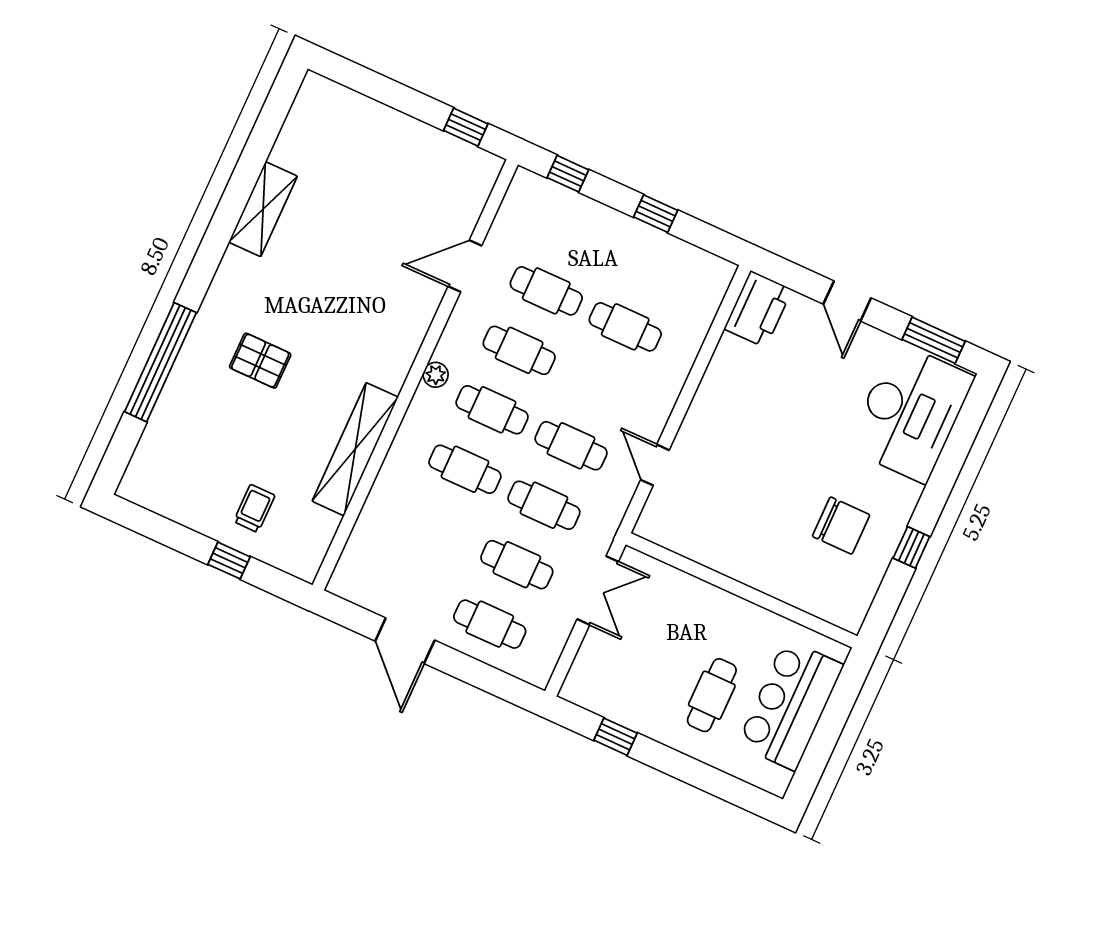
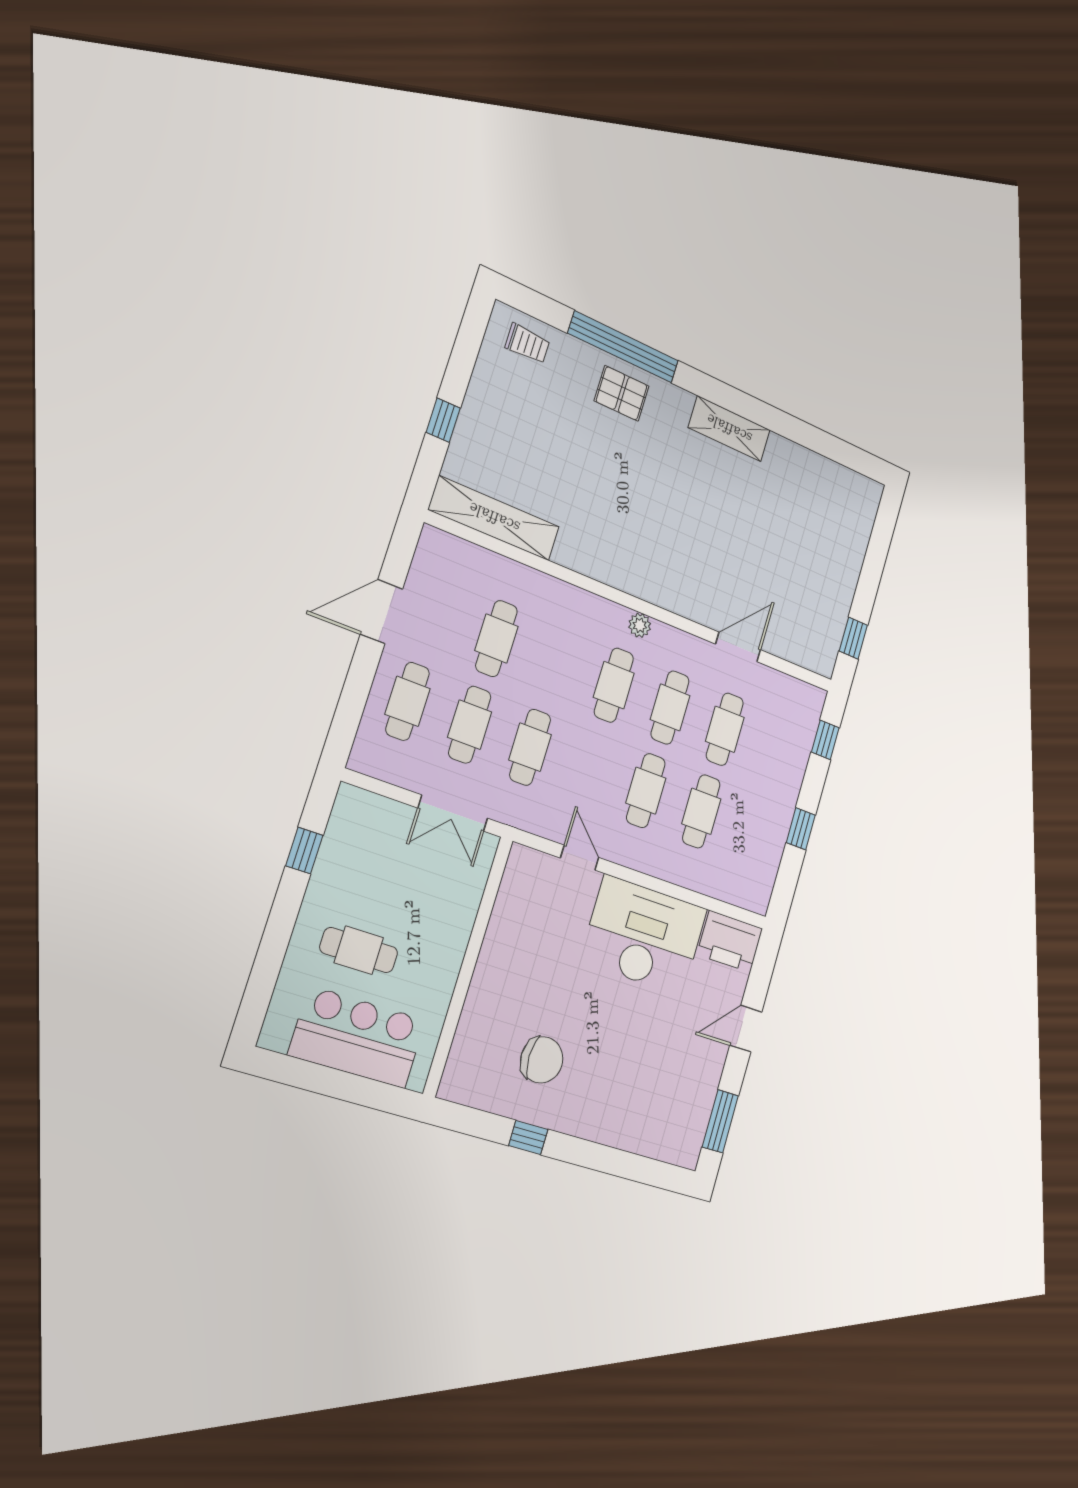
shelving: (263, 209) -> (729, 429), moved
door: (465, 266) -> (738, 647), hinge flipped
pallet: (260, 361) -> (622, 393), moved, turned 90
desk: (910, 412) -> (644, 935), moved, turned 180
cafe table: (571, 446) -> (646, 791), moved
shelving: (355, 449) -> (494, 518), moved
door: (655, 465) -> (580, 858), hinge flipped
cafe table: (465, 469) -> (496, 639), moved
trolley: (254, 508) -> (527, 344), moved
chair: (841, 526) -> (542, 1060), turned -90

